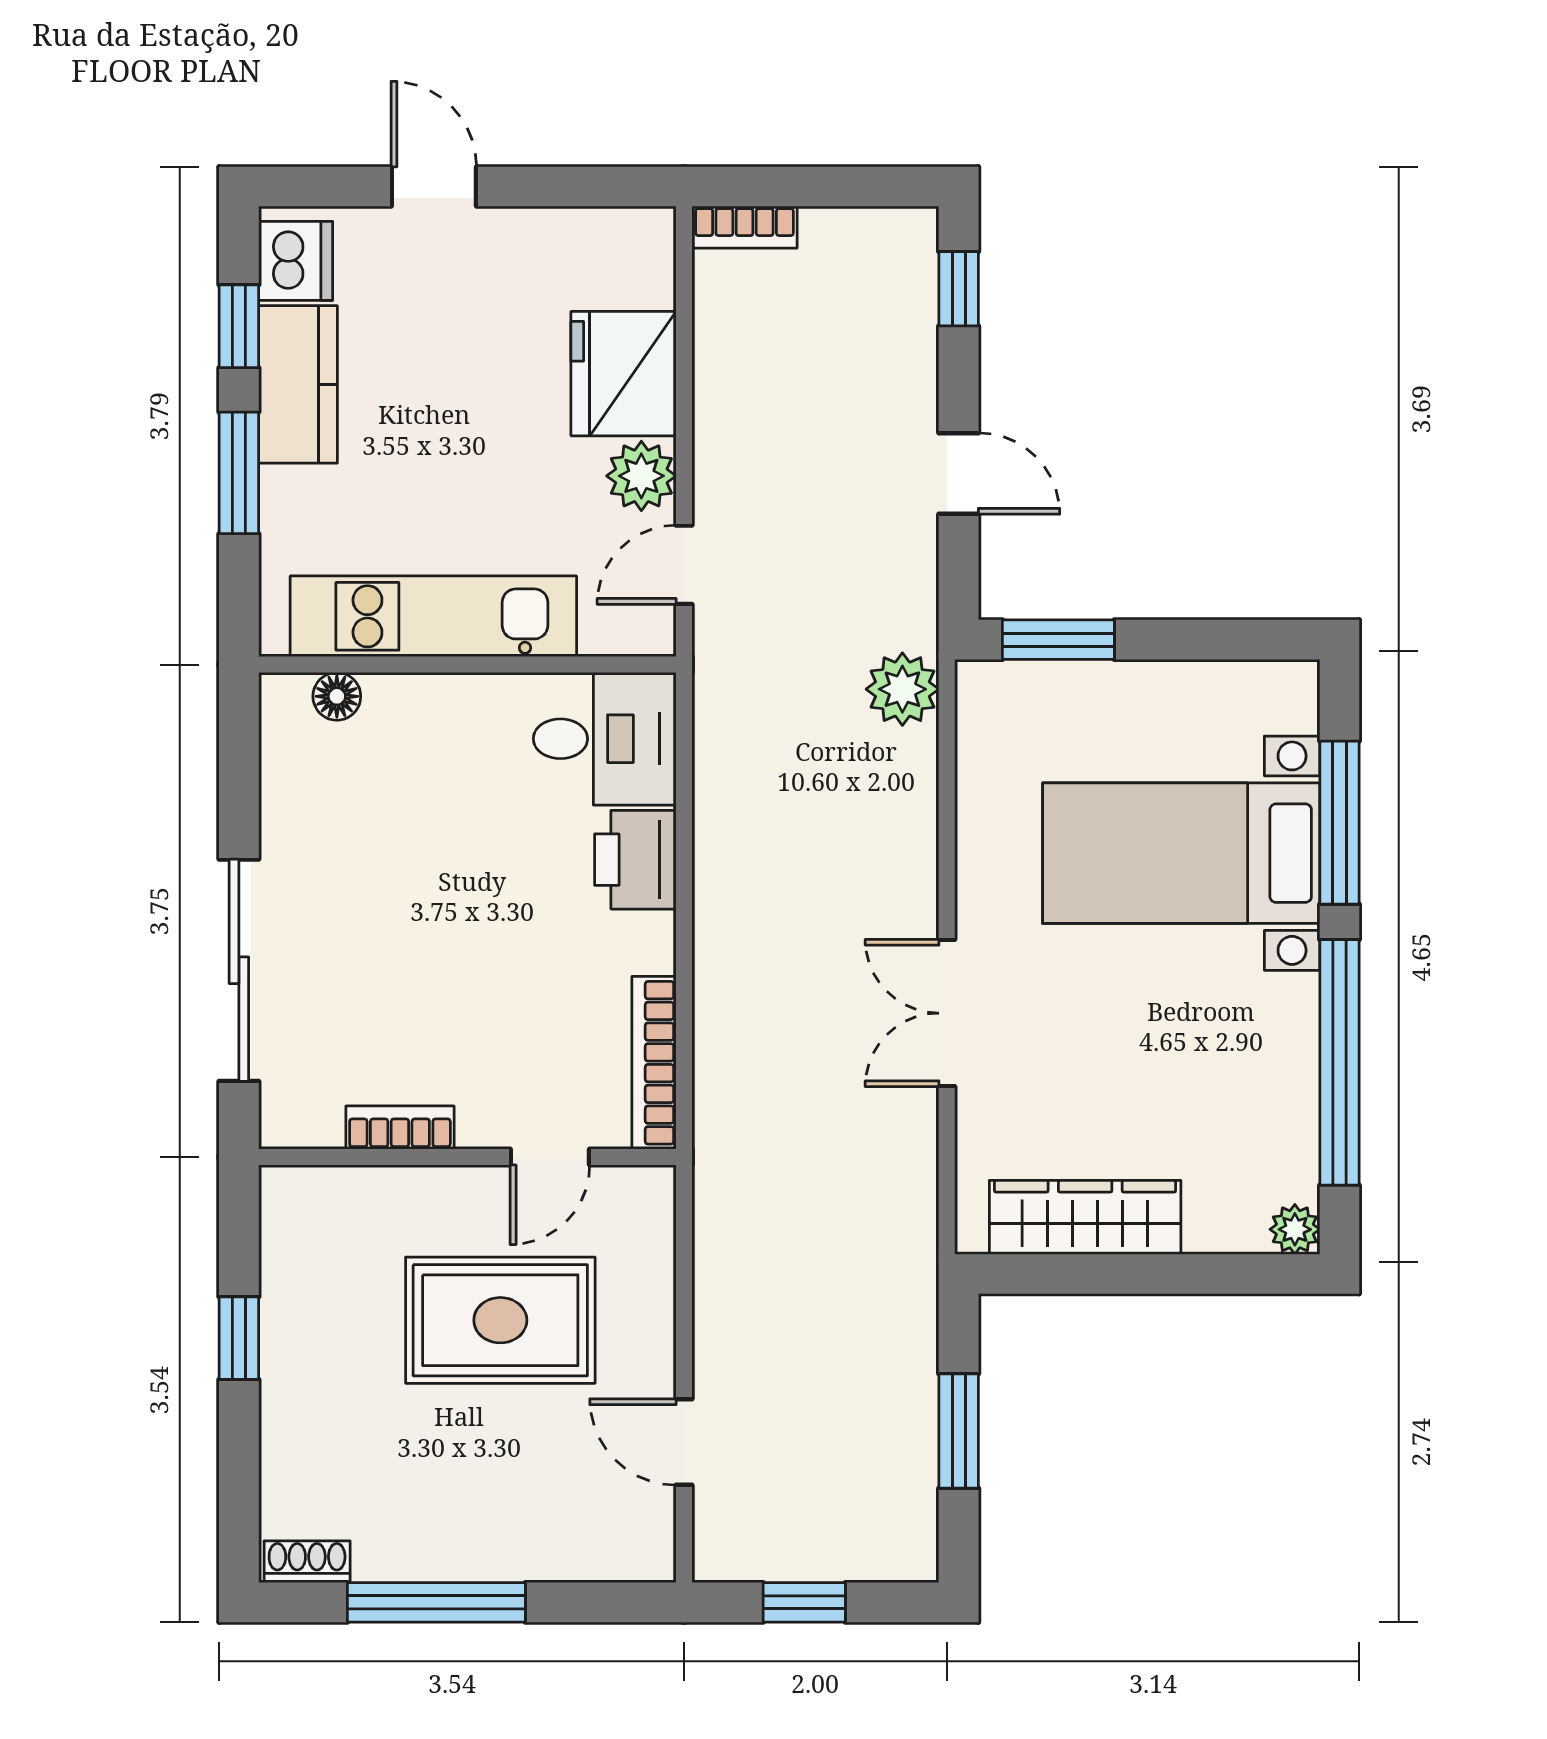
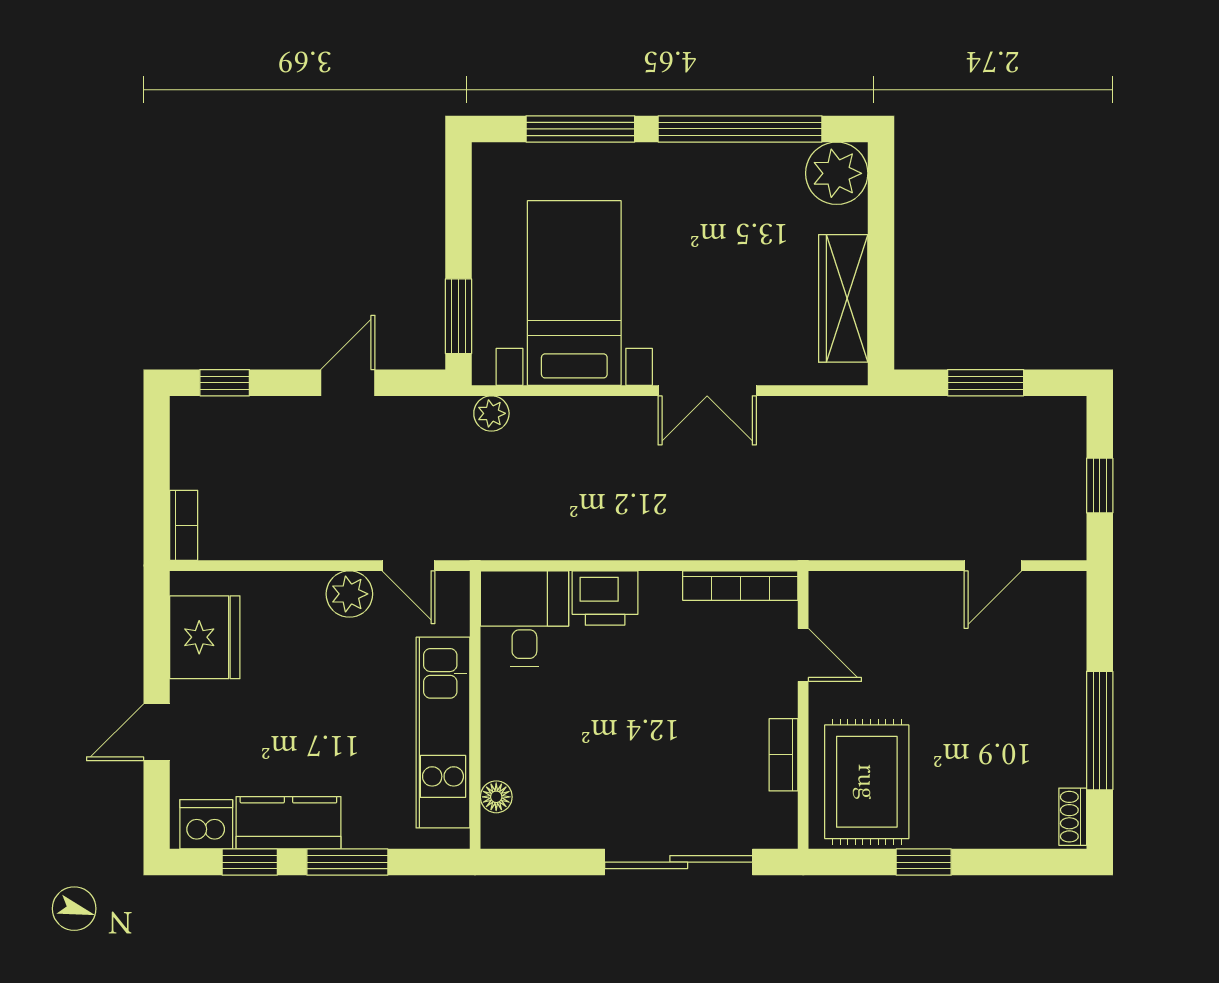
fridge: (624, 374) -> (205, 637), moved, turned -90
plant: (902, 689) -> (491, 413), width x0.73, depth x0.73
bed with nightstands: (1181, 853) -> (574, 293), moved, turned 180
plant: (1295, 1229) -> (837, 173), width x1.87, depth x1.87
rug: (500, 1320) -> (867, 782), moved

